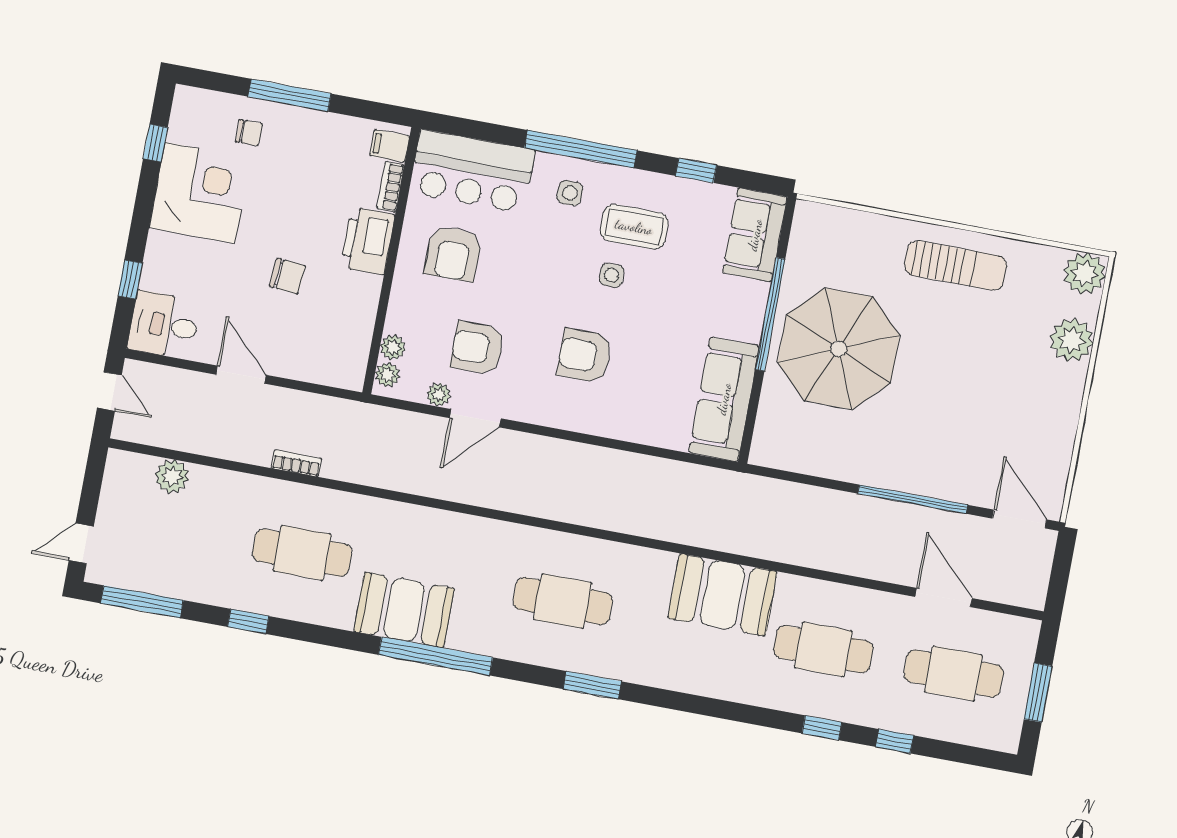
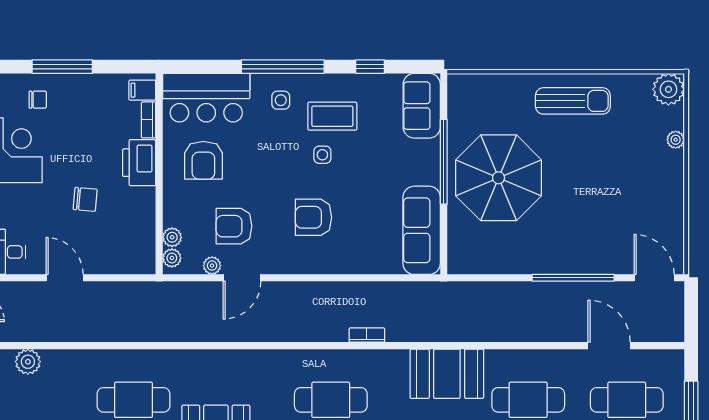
plant: (1072, 340) -> (676, 140), width x0.53, depth x0.53
bookcase: (296, 463) -> (367, 335), moved

